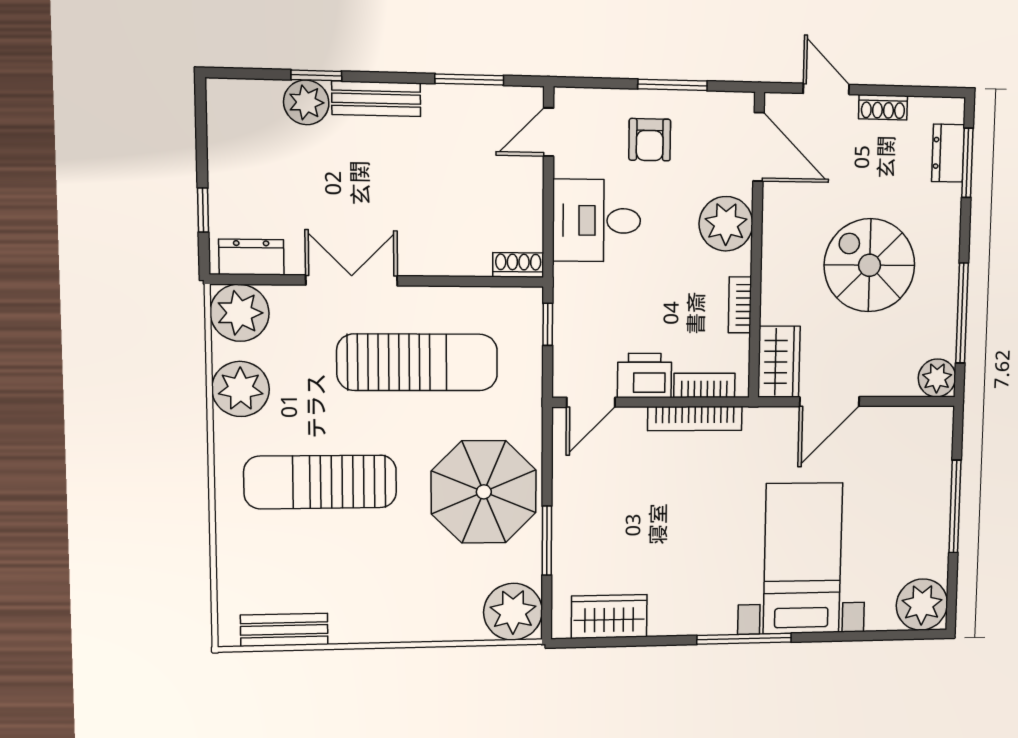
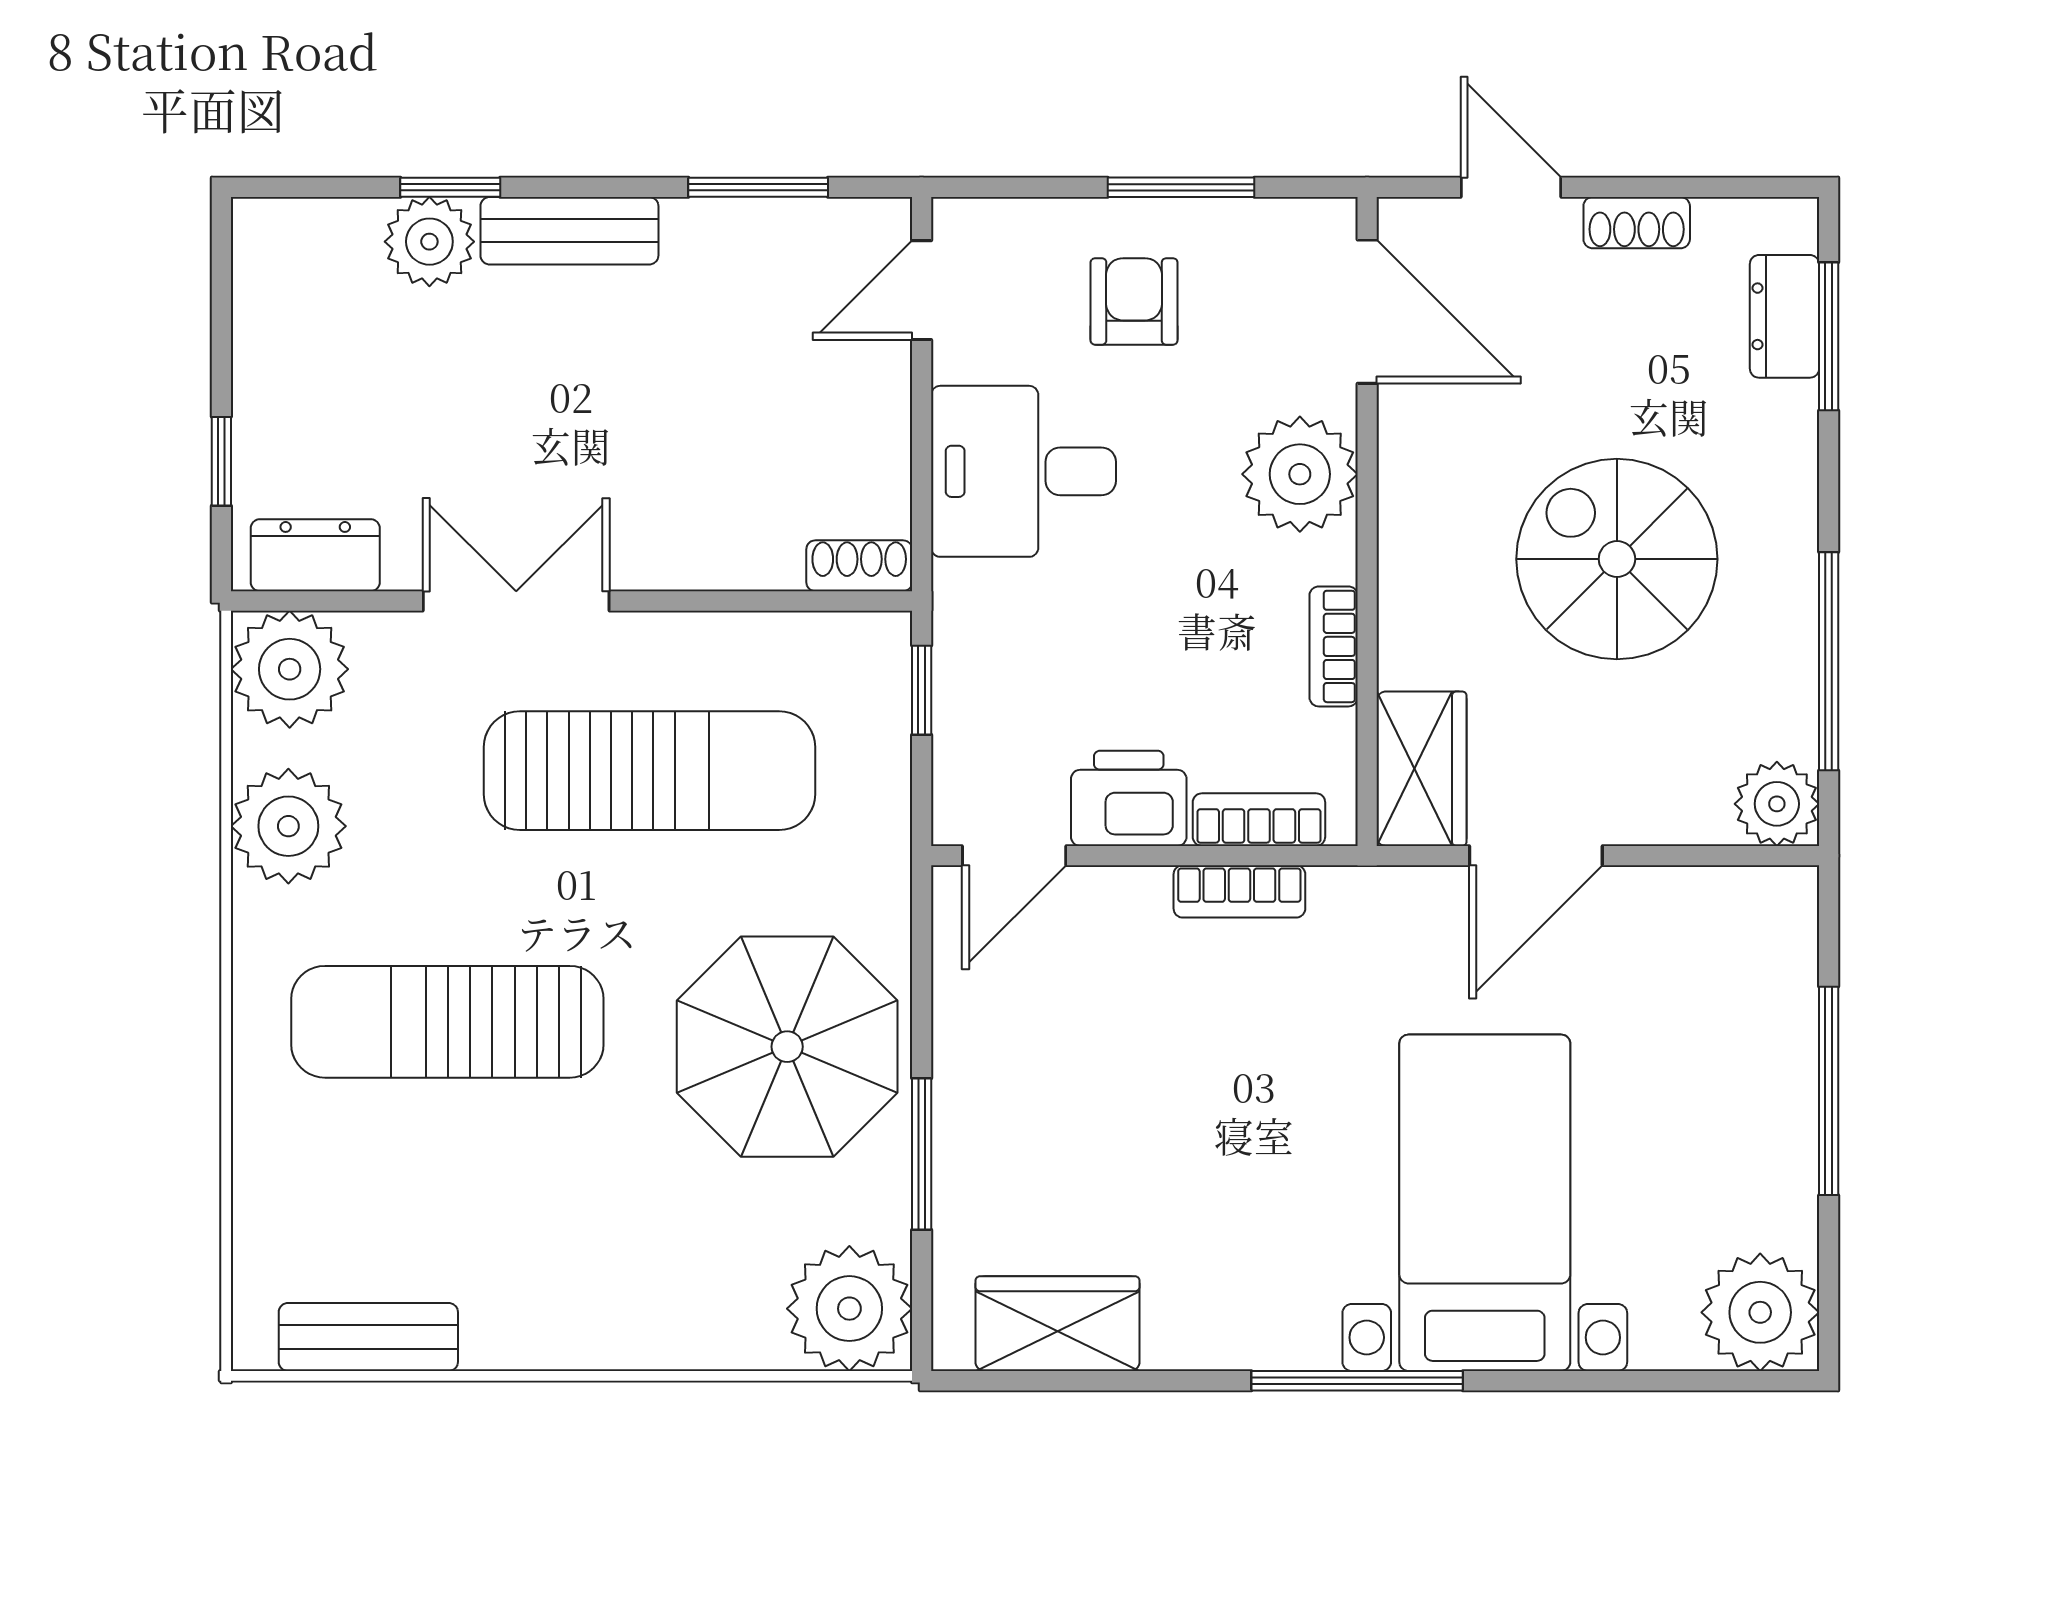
armchair: (650, 140) -> (1134, 301), turned 180
bookcase: (695, 419) -> (1239, 891), width x0.64

